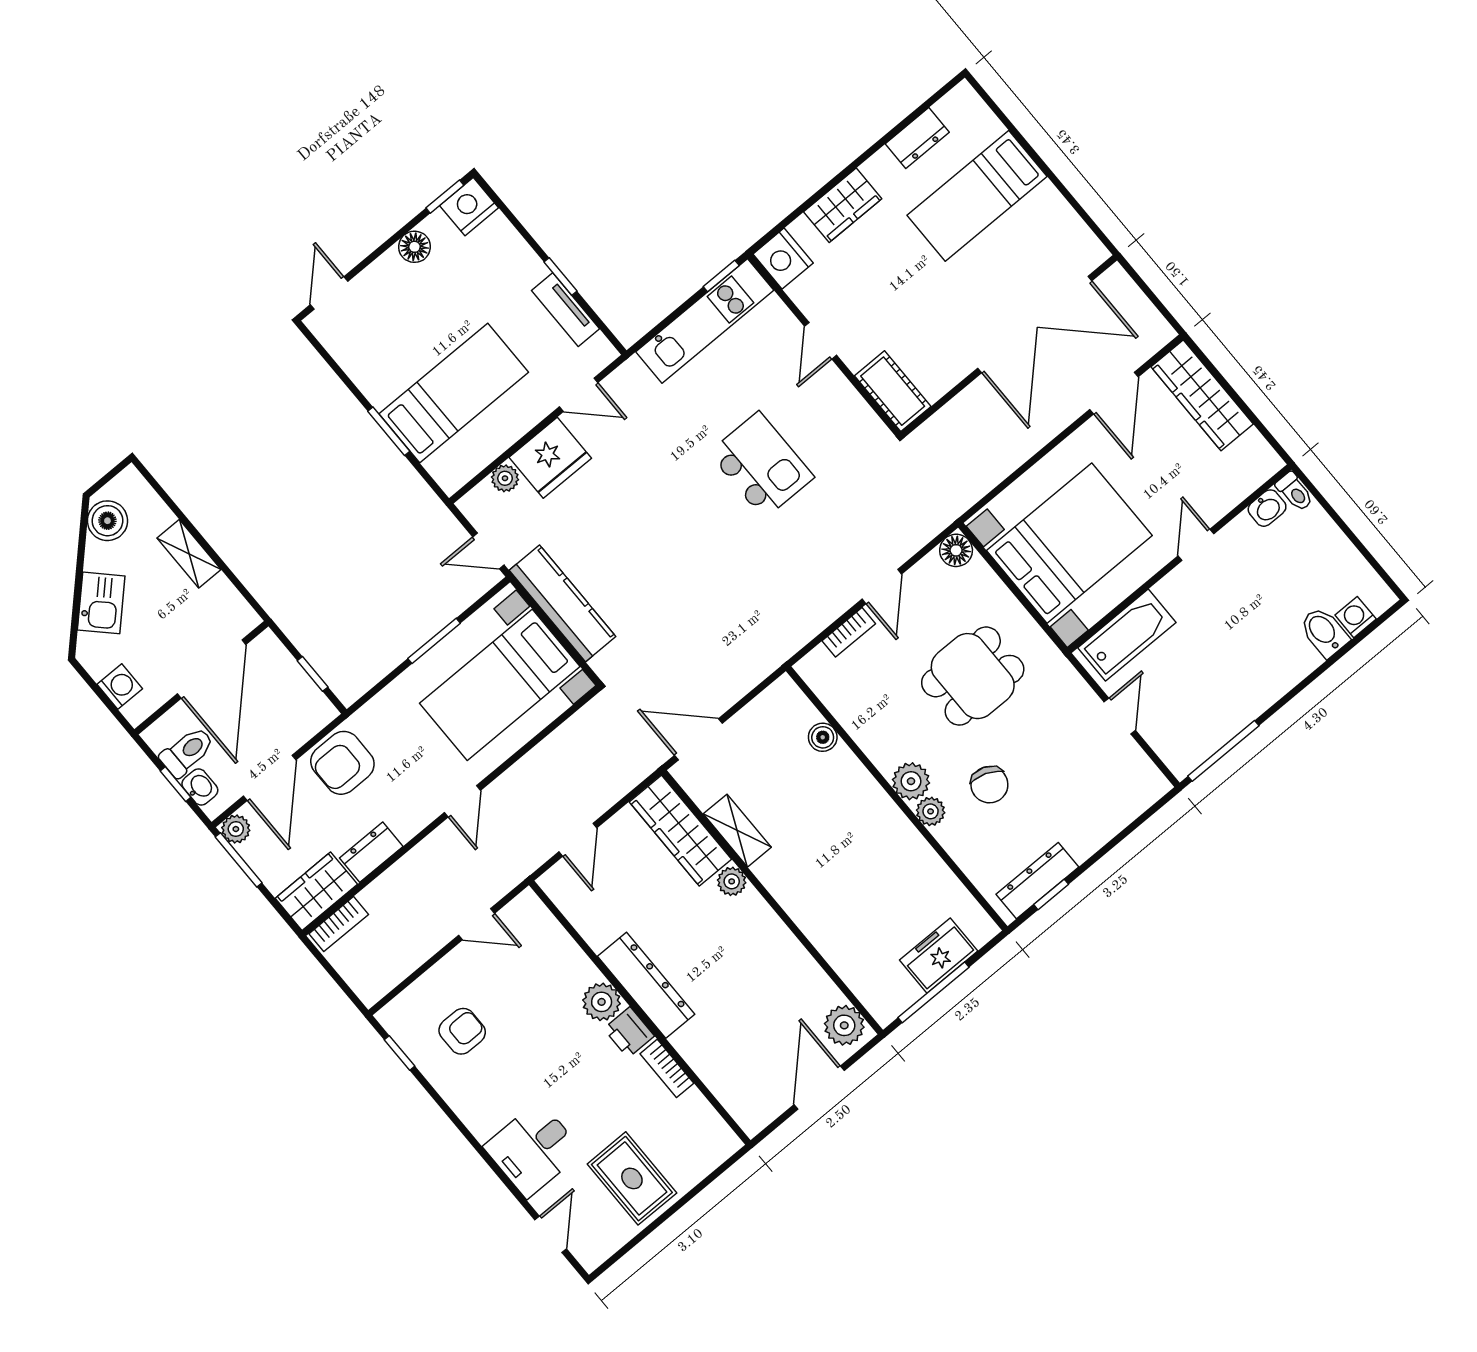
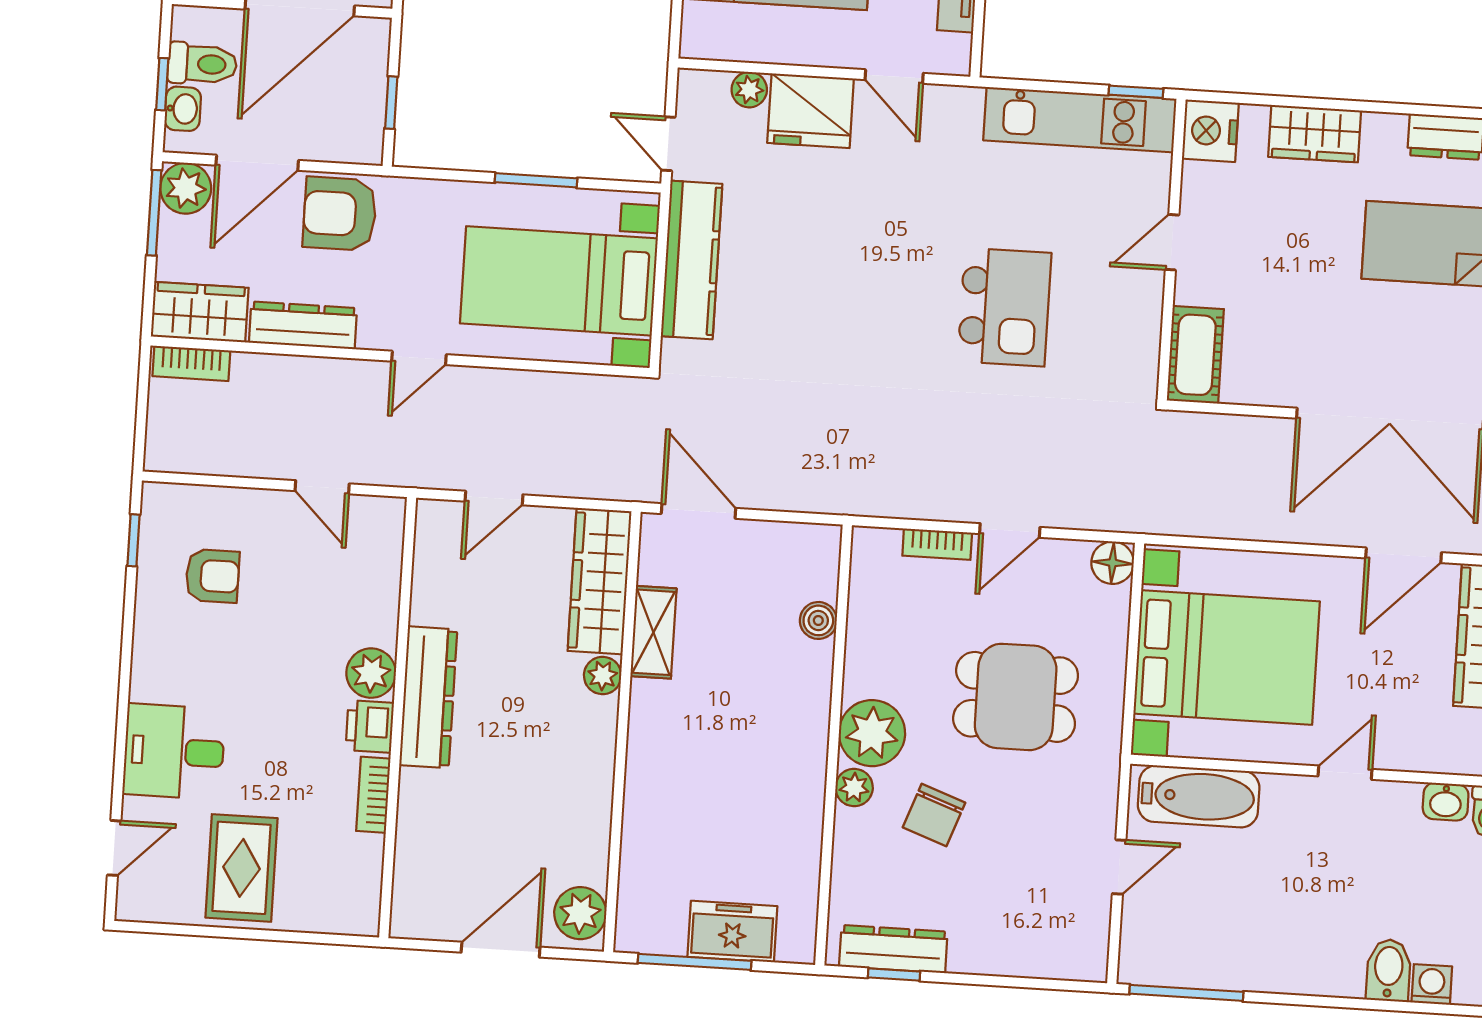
plant: (911, 781) -> (872, 733), width x1.36, depth x1.36
plant: (236, 829) -> (186, 188), width x1.38, depth x1.38
dresser: (371, 852) -> (303, 325), width x1.44

